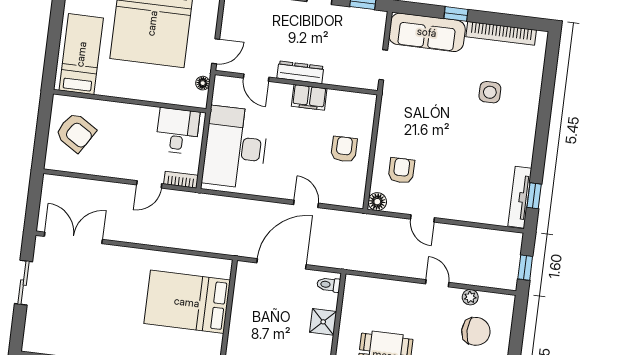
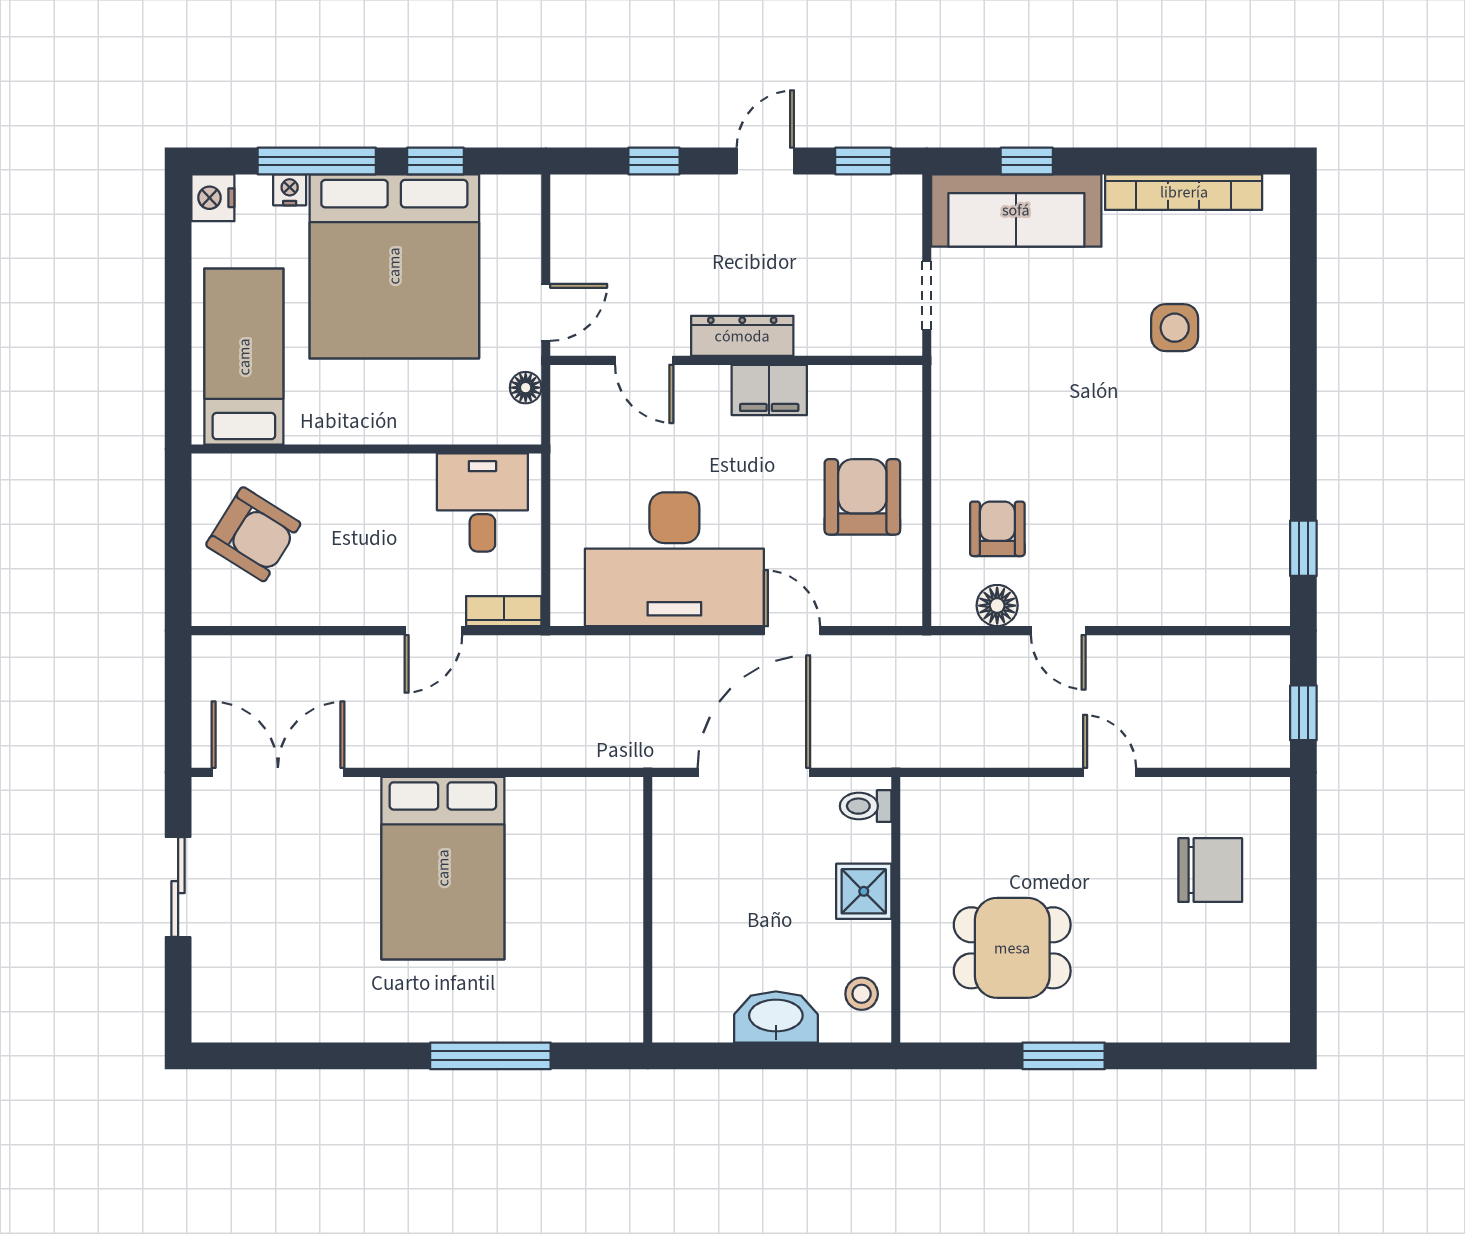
window: (456, 14) -> (1027, 161), moved
desk: (235, 148) -> (674, 559), moved, turned -90
armchair: (344, 149) -> (862, 497), width x1.38, depth x1.38
tv unit: (520, 197) -> (1271, 556), removed
floor lamp: (377, 202) -> (997, 606), moved
plant: (470, 297) -> (1188, 795), removed
bed: (187, 302) -> (443, 868), moved, turned -90

